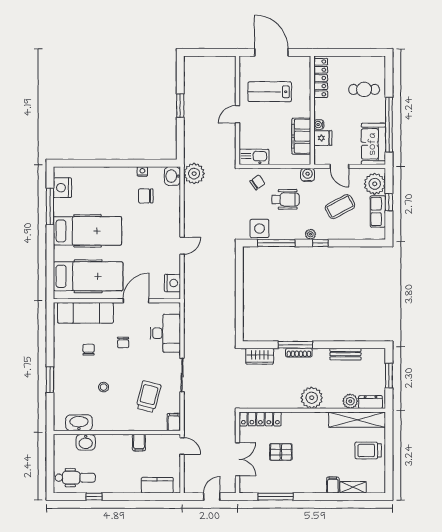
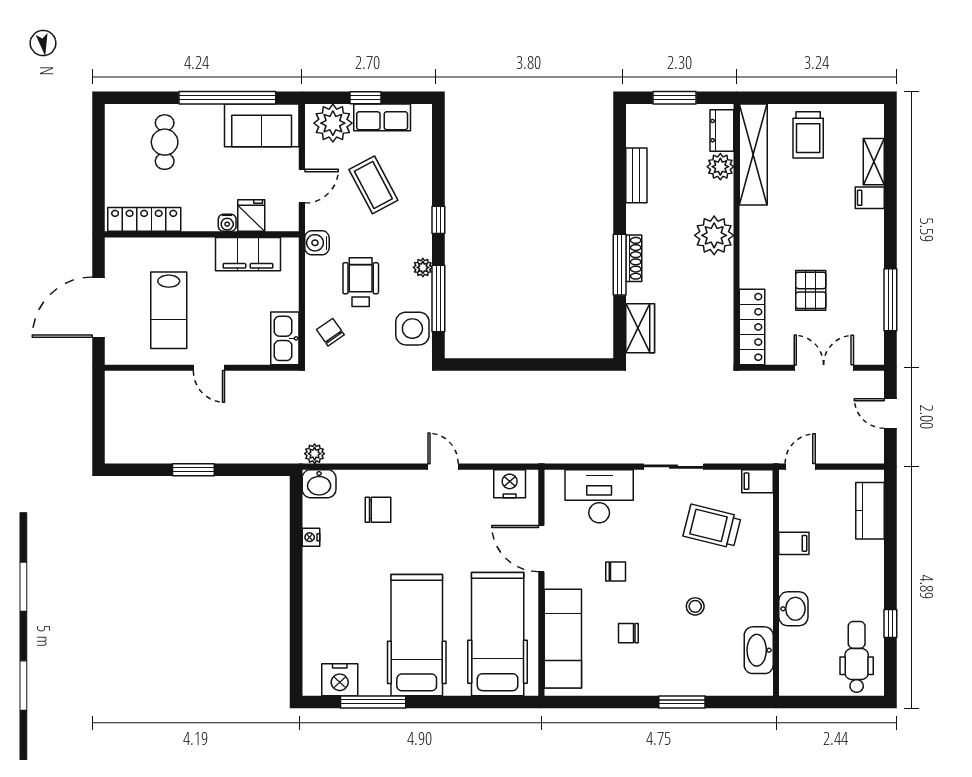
plant: (194, 174) -> (315, 454), width x0.53, depth x0.53
chair: (146, 196) -> (378, 510), moved, turned -90
plant: (310, 234) -> (423, 267), moved
washbasin: (86, 442) -> (793, 609), moved

